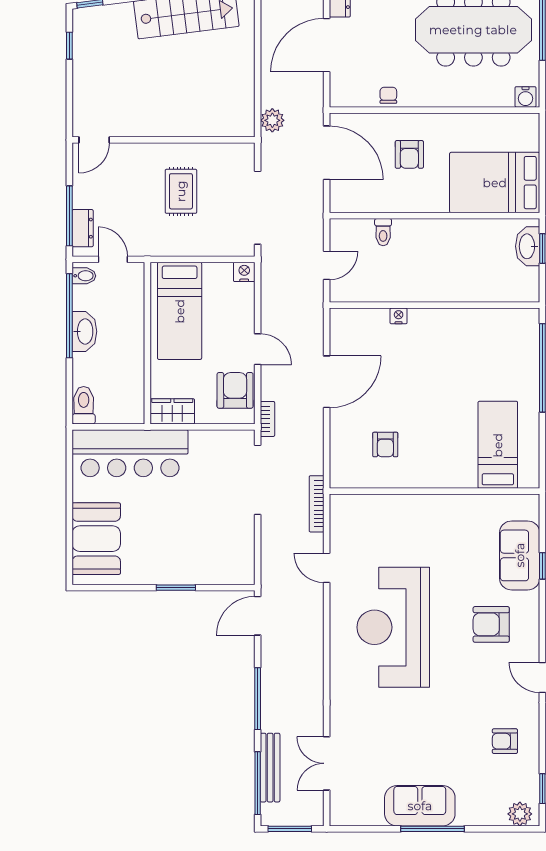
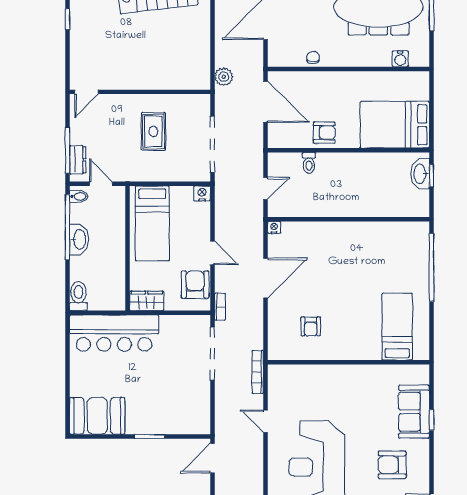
water cooler: (525, 97) -> (400, 59), moved
armchair: (409, 154) -> (324, 133), moved, turned -90
nightstand: (399, 316) -> (274, 227), moved
booth: (96, 539) -> (97, 416), moved, turned 90

